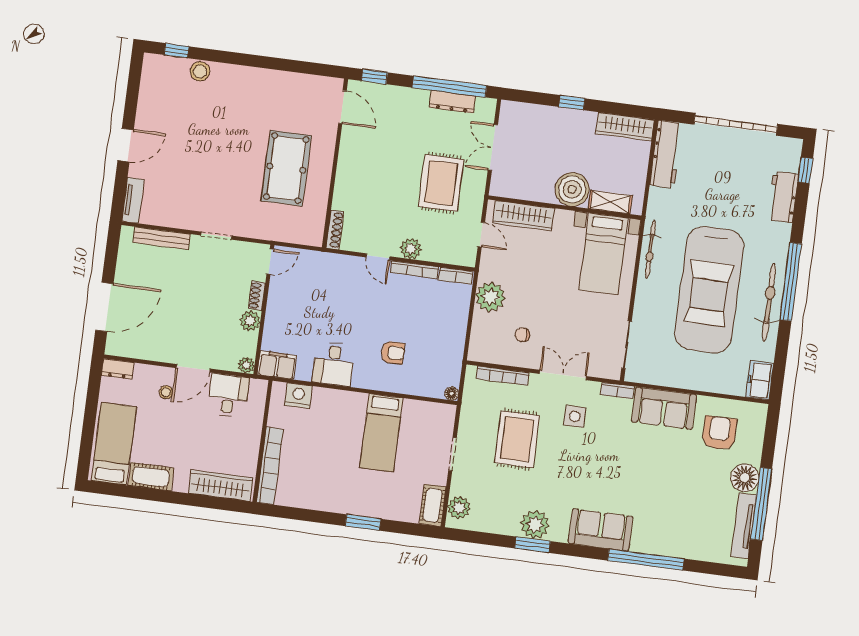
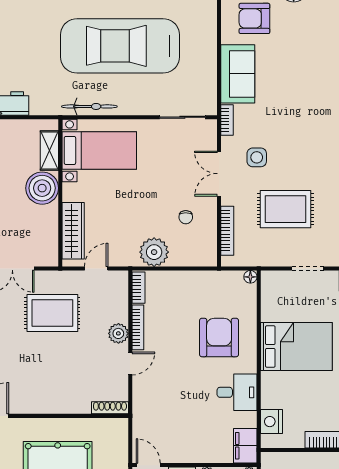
car: (709, 290) -> (120, 46), turned 180
armchair: (393, 353) -> (219, 337), width x1.88, depth x1.88
bed: (381, 433) -> (296, 347), width x1.50

